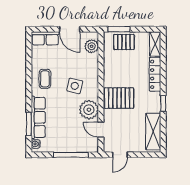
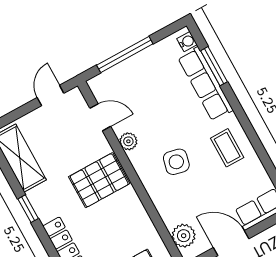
plant: (89, 110) -> (128, 141), width x0.53, depth x0.53

